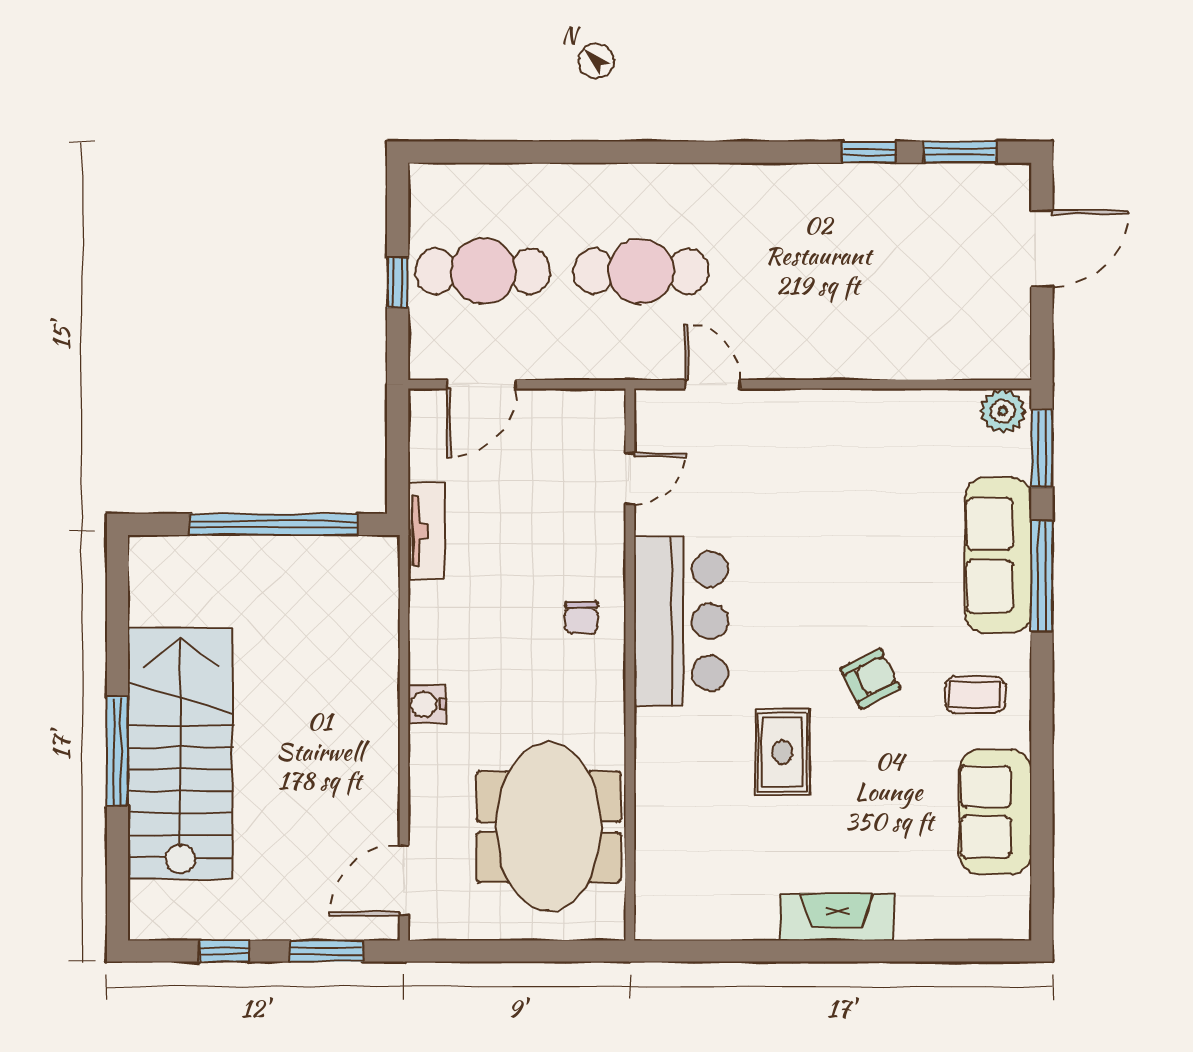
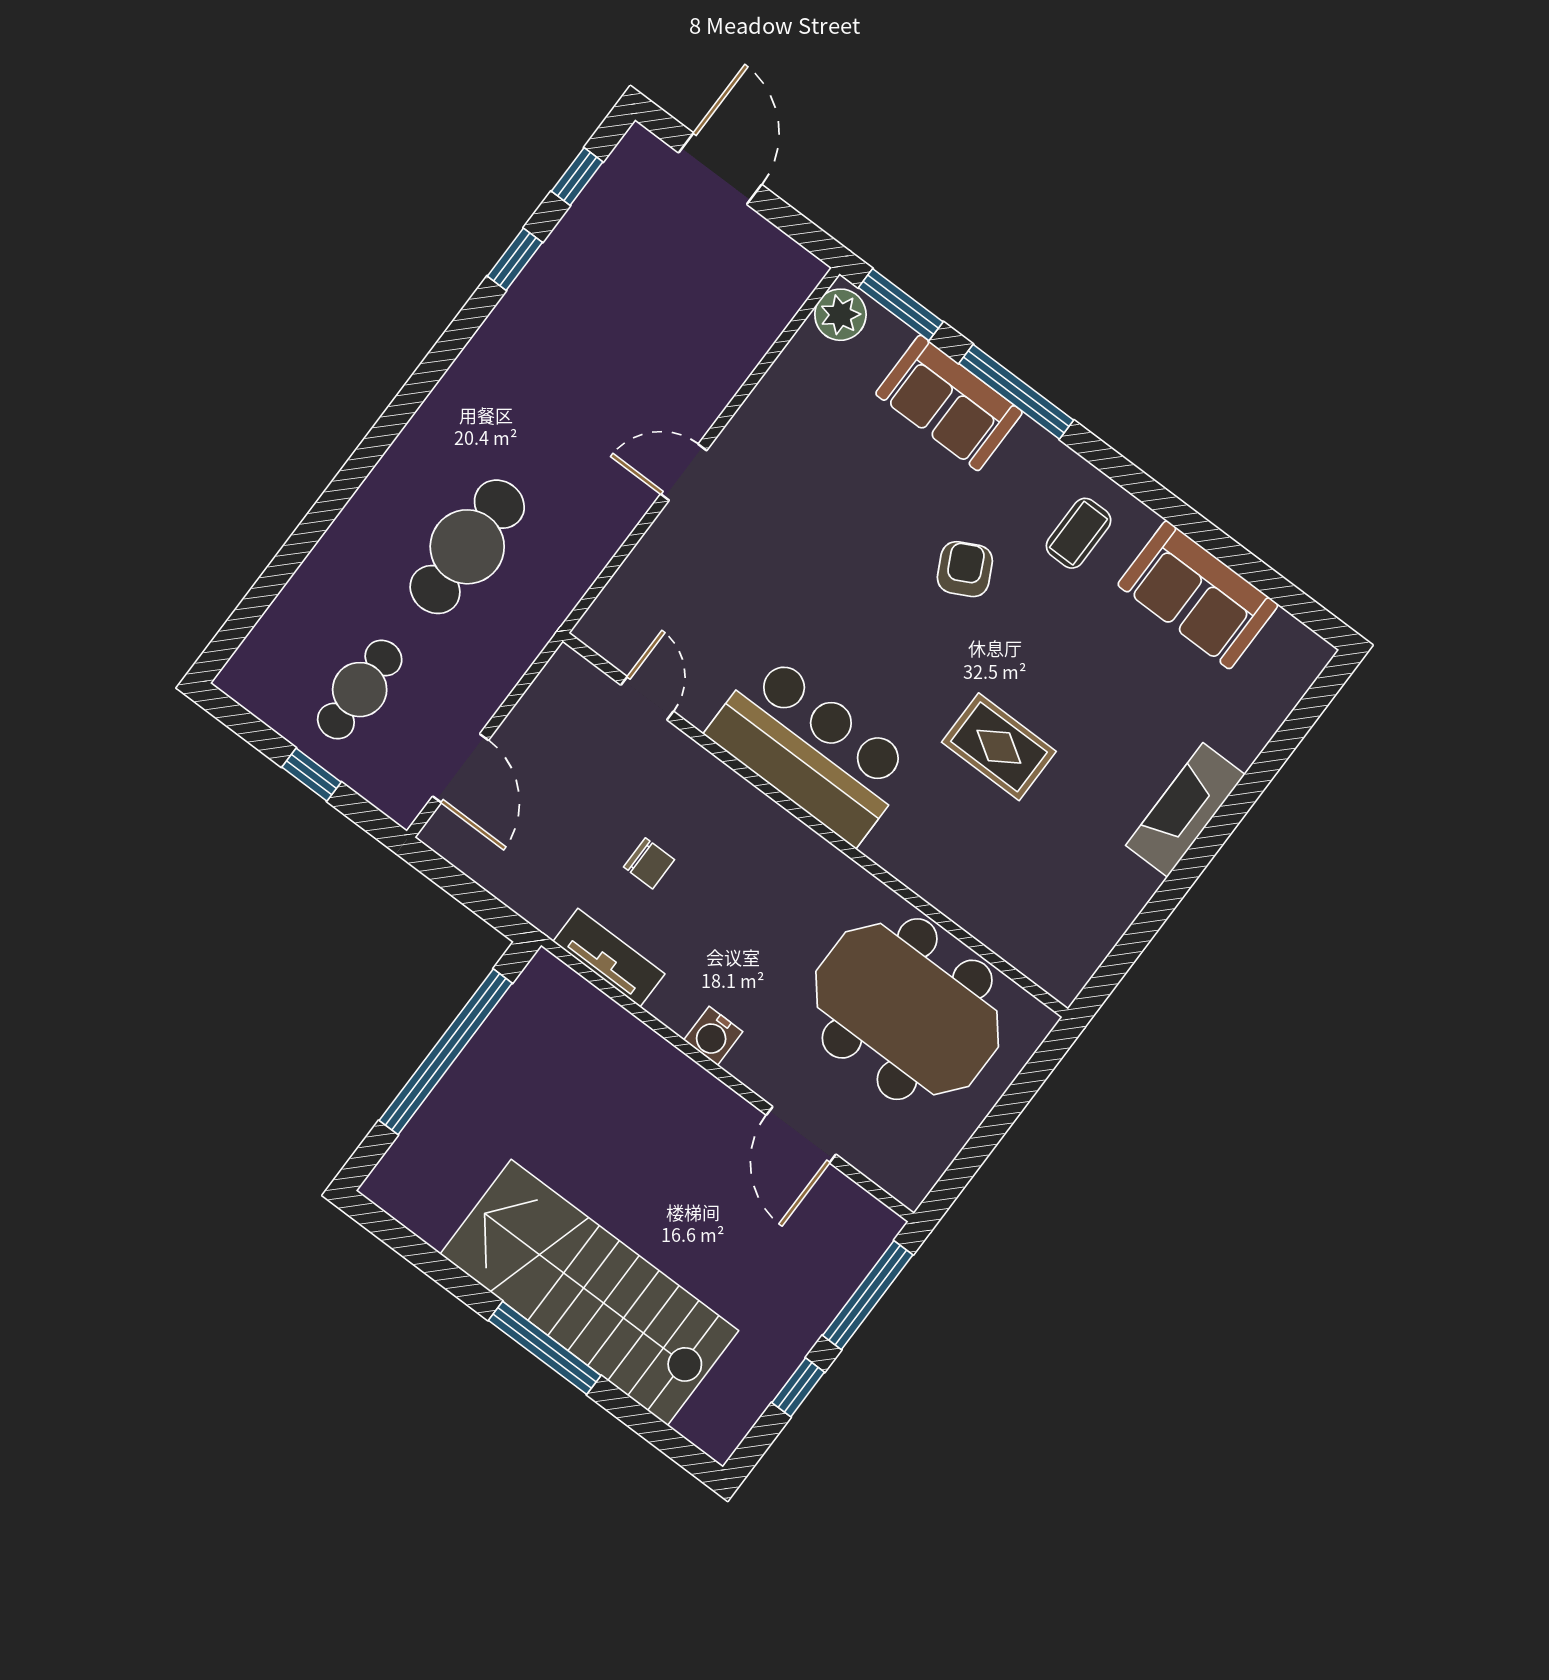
window: (960, 152) -> (577, 177), width x0.67
cafe table: (483, 271) -> (360, 690), width x0.73, depth x0.74
door: (712, 384) -> (684, 472), moved
tv unit: (427, 531) -> (609, 958), moved
sofa: (998, 555) -> (949, 403), width x0.73
chair: (581, 618) -> (649, 863), moved
armchair: (871, 678) -> (965, 569), moved
door: (404, 880) -> (801, 1135), moved
window: (326, 951) -> (868, 1295), width x1.44

